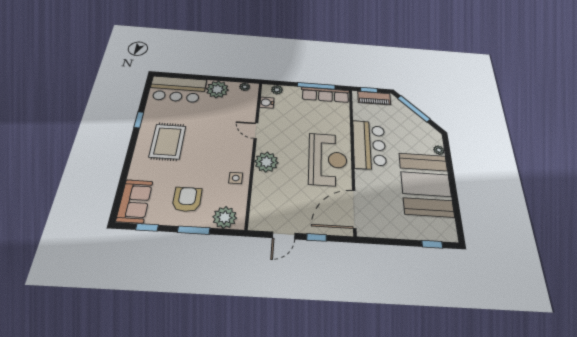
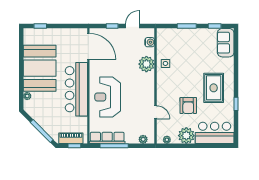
water cooler: (267, 103) -> (150, 42), moved
door: (256, 131) -> (156, 112), moved
bar counter: (369, 145) -> (76, 89), width x1.36
reception desk: (328, 159) -> (108, 97), moved
plant: (266, 162) -> (146, 64), moved
armchair: (187, 199) -> (188, 105), moved
door: (354, 209) -> (88, 46), hinge flipped
plant: (225, 217) -> (169, 35), removed

